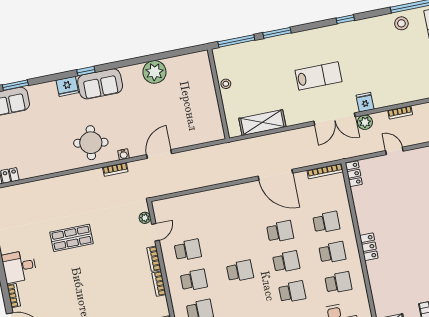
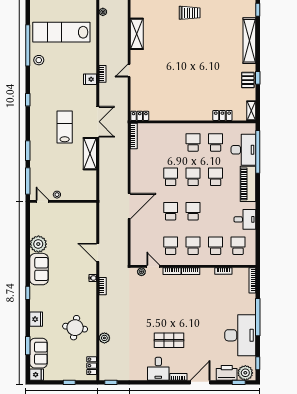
door: (213, 66) -> (43, 201), added
sofa: (100, 84) -> (39, 269), moved
fridge: (67, 86) -> (36, 319), moved
fridge: (365, 102) -> (90, 79), moved
plant: (365, 122) -> (104, 338), moved
shelving: (262, 123) -> (90, 154), moved
round table: (91, 143) -> (75, 328), moved
door: (394, 151) -> (129, 71), moved
door: (275, 175) -> (129, 206), moved
school desk: (326, 222) -> (171, 211), moved
shop shelf: (71, 238) -> (169, 340), moved, turned 90
locker: (369, 247) -> (222, 115), moved

